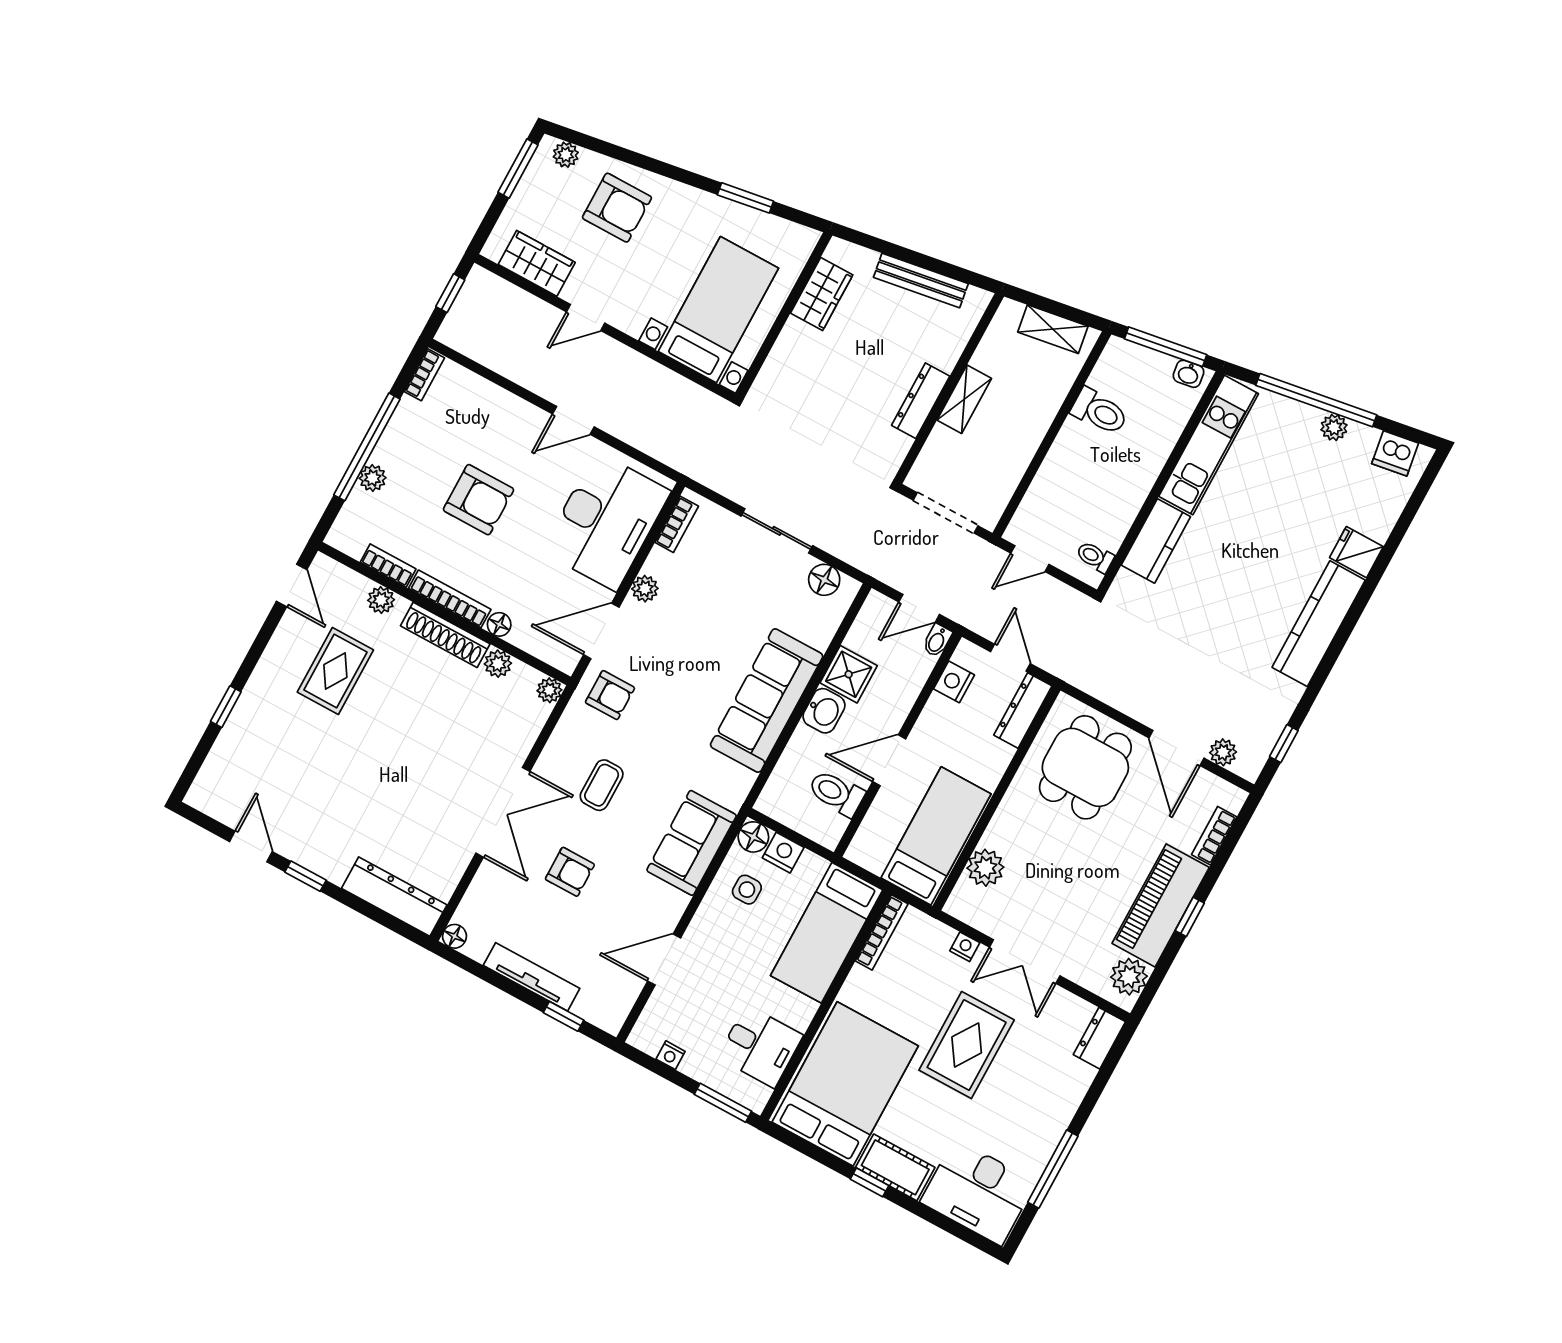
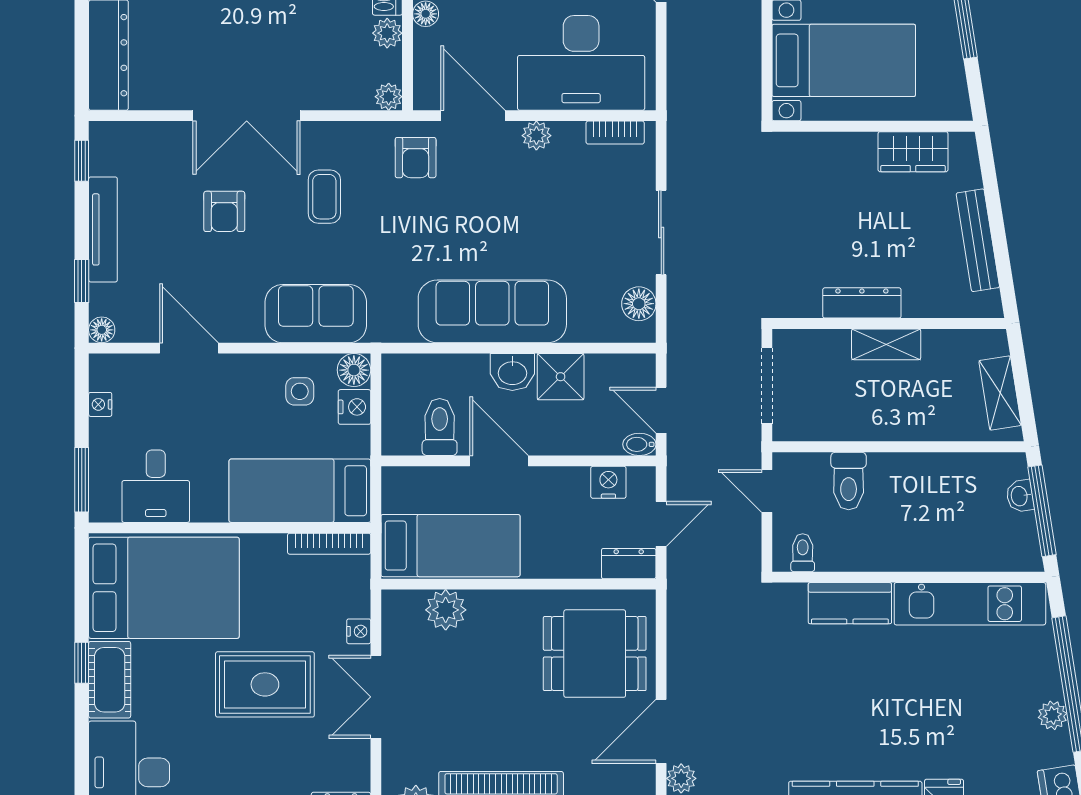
washbasin: (1189, 374) -> (1020, 496), moved
toilet: (1099, 412) -> (849, 481), moved
dresser: (1023, 710) -> (629, 564), width x0.70
coffee table: (602, 785) -> (324, 197), turned 90
floor lamp: (454, 936) -> (102, 330), moved
window: (467, 964) -> (82, 161), added

